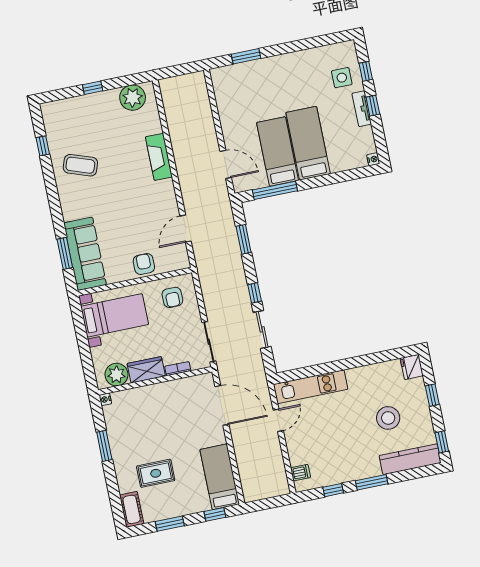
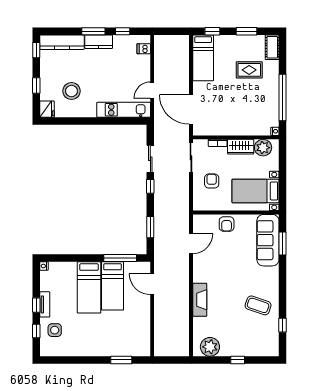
armchair: (172, 297) -> (212, 181), moved
stool: (388, 418) -> (72, 91), moved
window: (104, 446) -> (283, 98), width x2.11
kitchen counter: (362, 470) -> (99, 42), added

